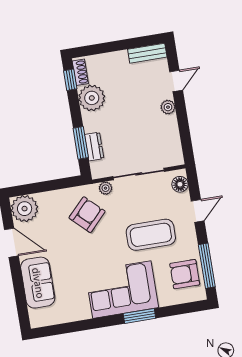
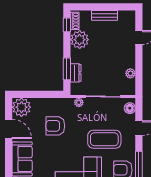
bench: (147, 53) -> (104, 15), moved
plant: (168, 107) -> (130, 73), moved
armchair: (87, 215) -> (55, 126), moved, turned -134

